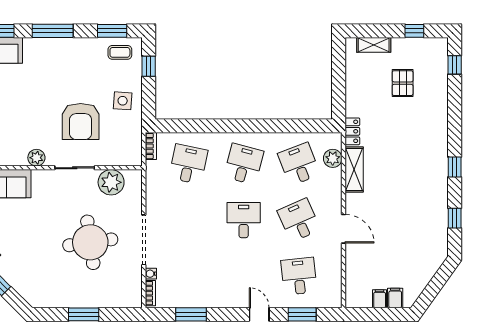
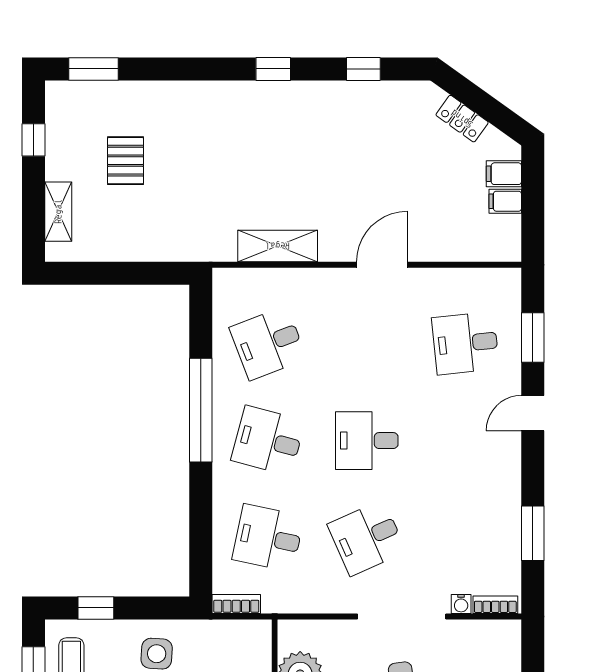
window: (455, 65) -> (94, 69), width x1.50
pallet: (403, 83) -> (126, 161), turned 90
window: (261, 126) -> (201, 410), added
locker: (352, 131) -> (462, 119), moved, turned -144
plant: (333, 158) -> (258, 284), removed
desk: (299, 220) -> (367, 538), moved

